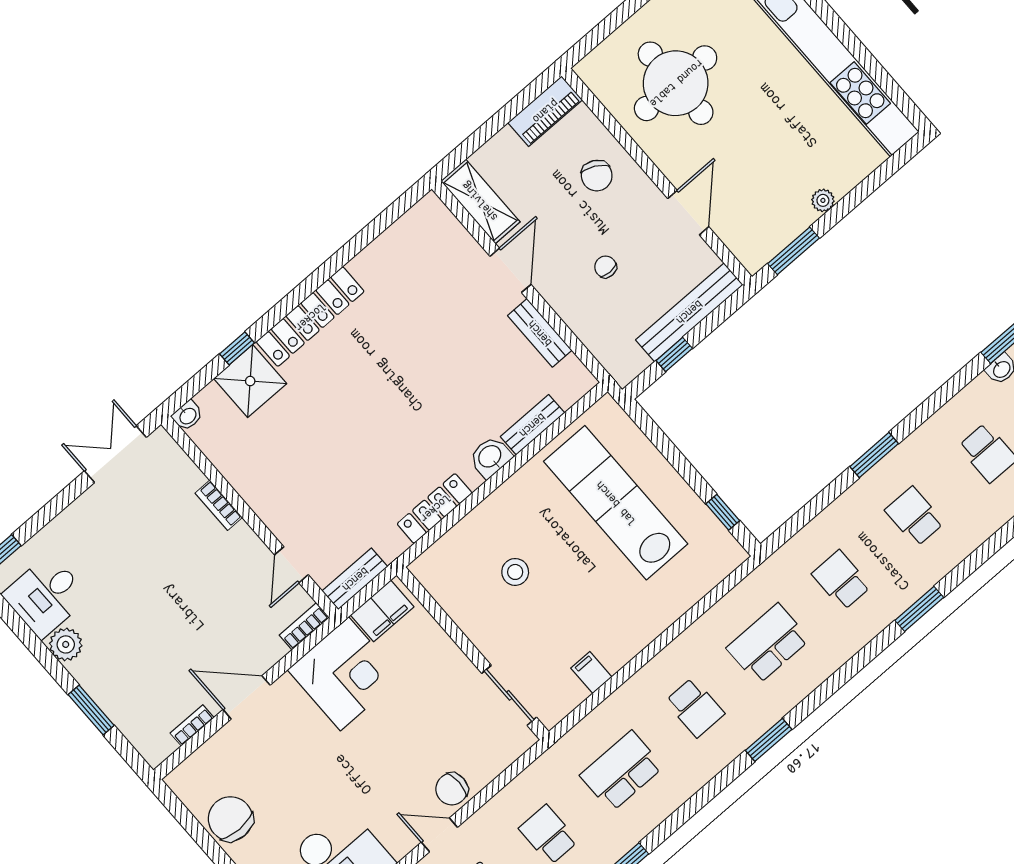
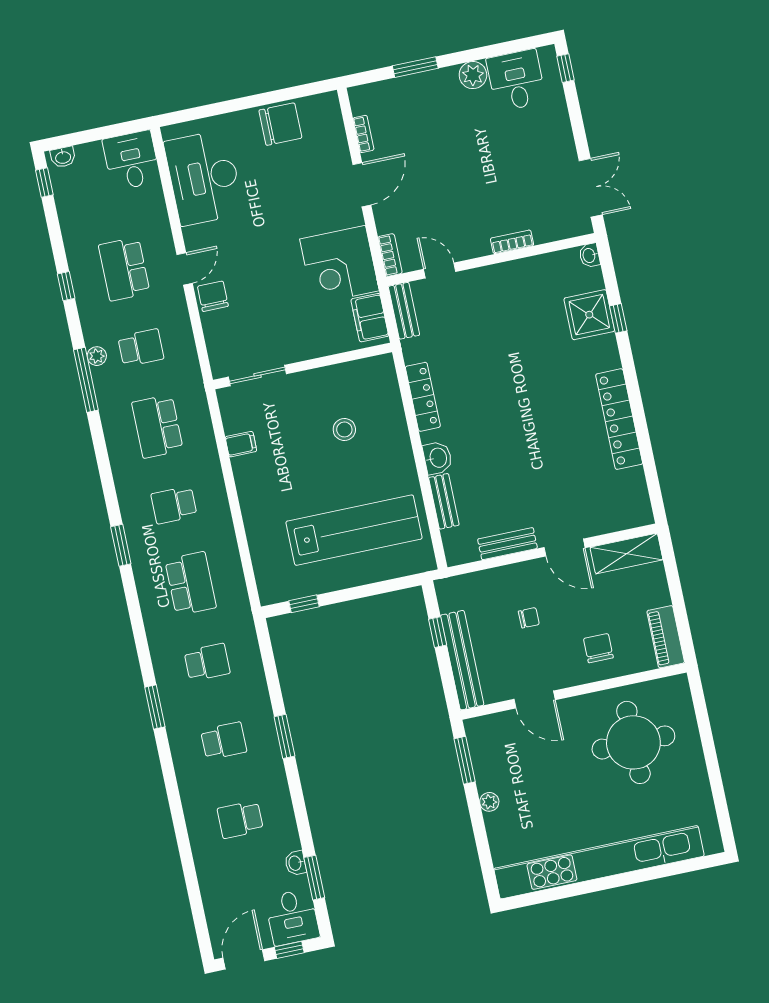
chair: (597, 176) -> (598, 648), turned 62
locker: (310, 317) -> (619, 419), moved
school desk: (622, 771) -> (157, 426), turned 180

